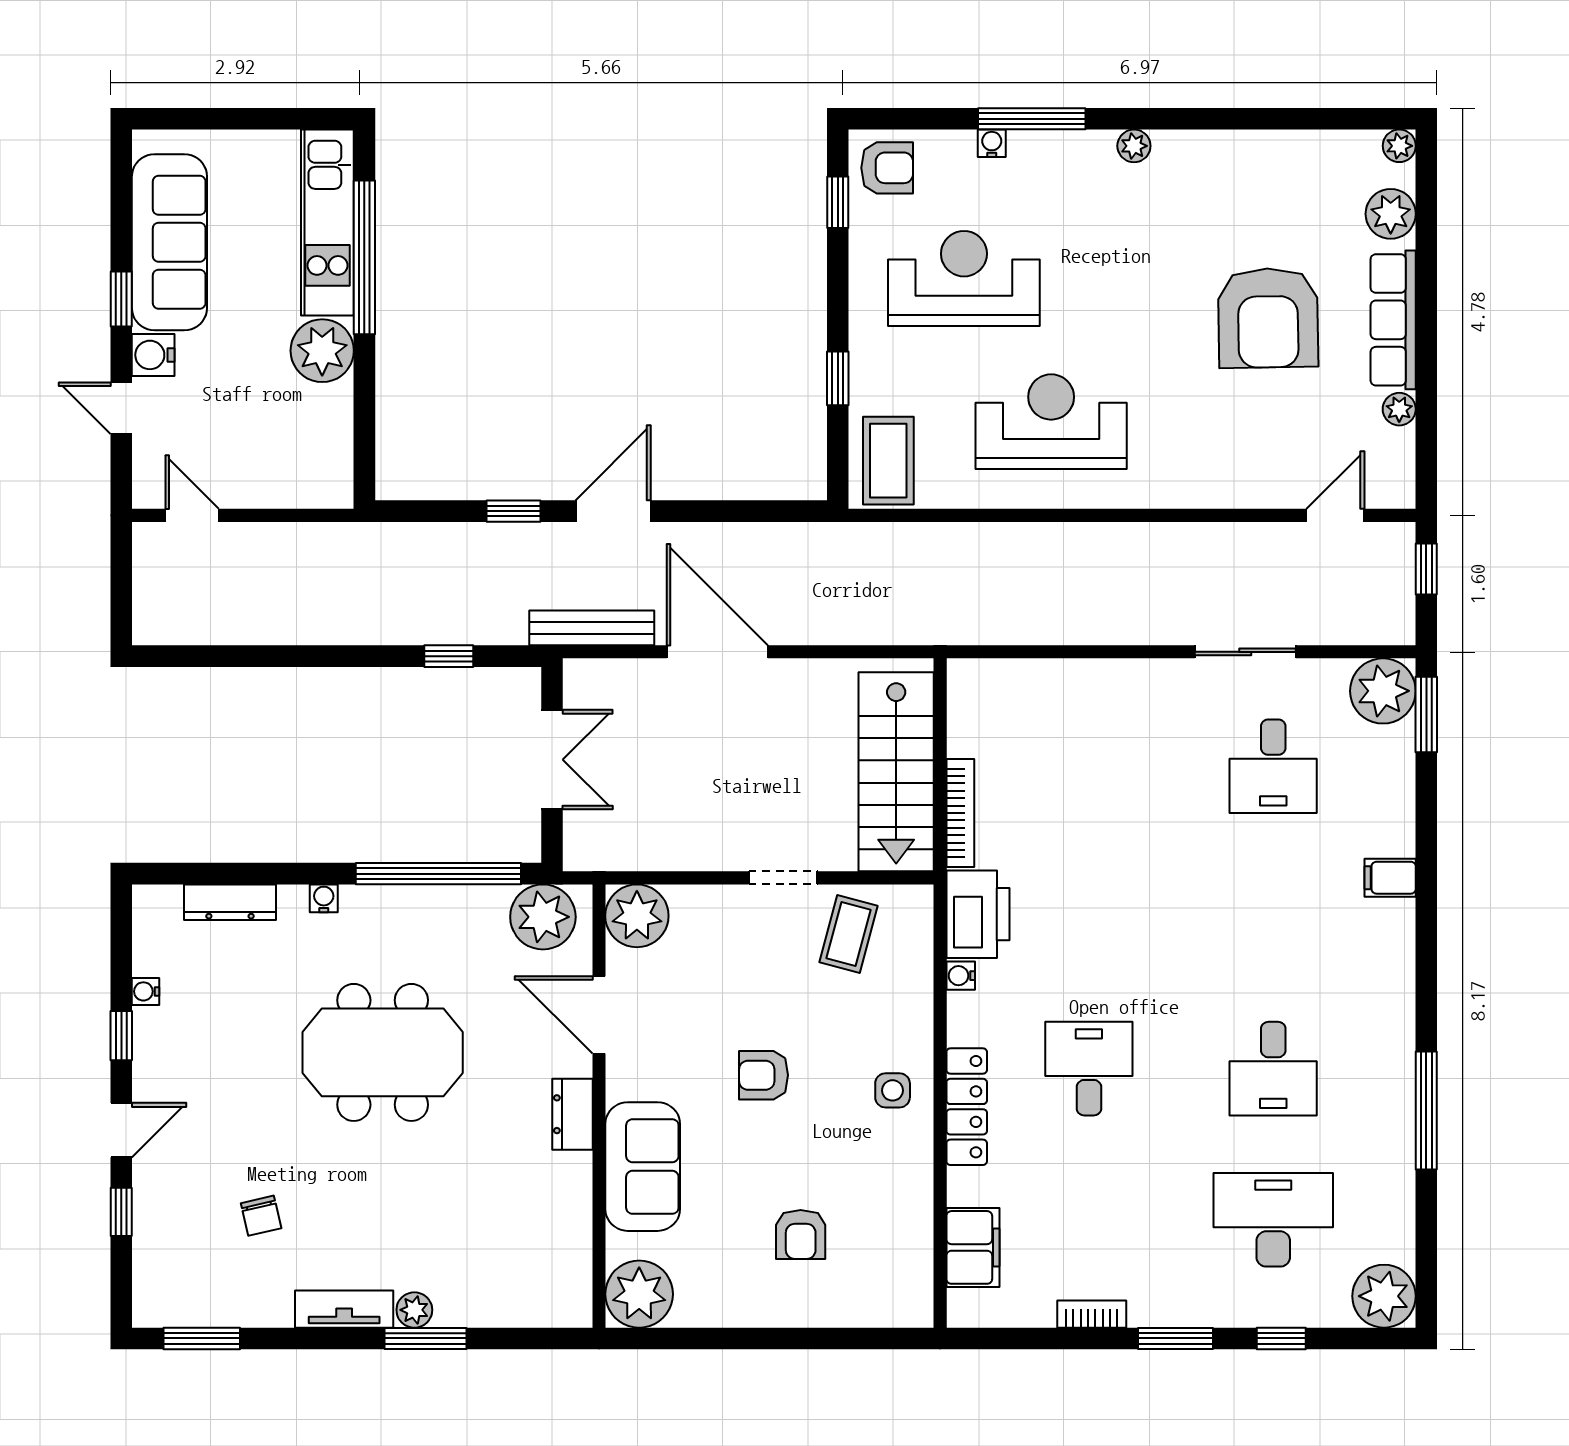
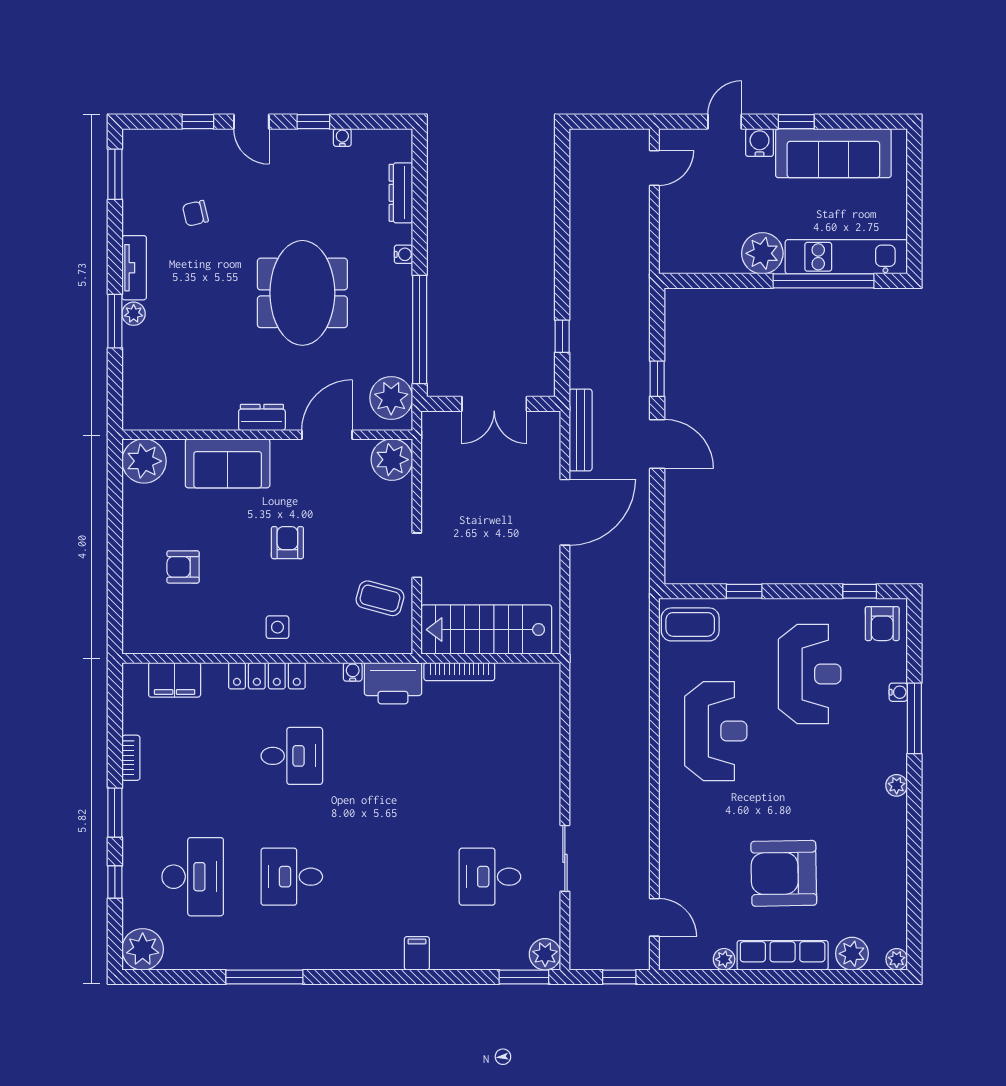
plant: (1383, 691) -> (545, 954), width x0.73, depth x0.73

